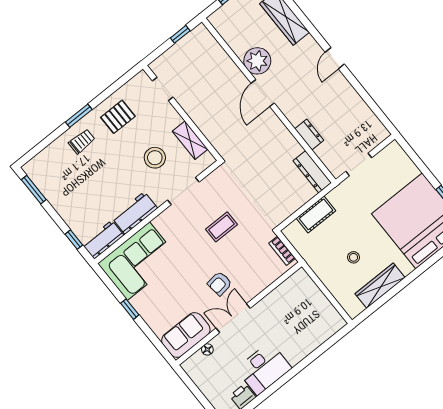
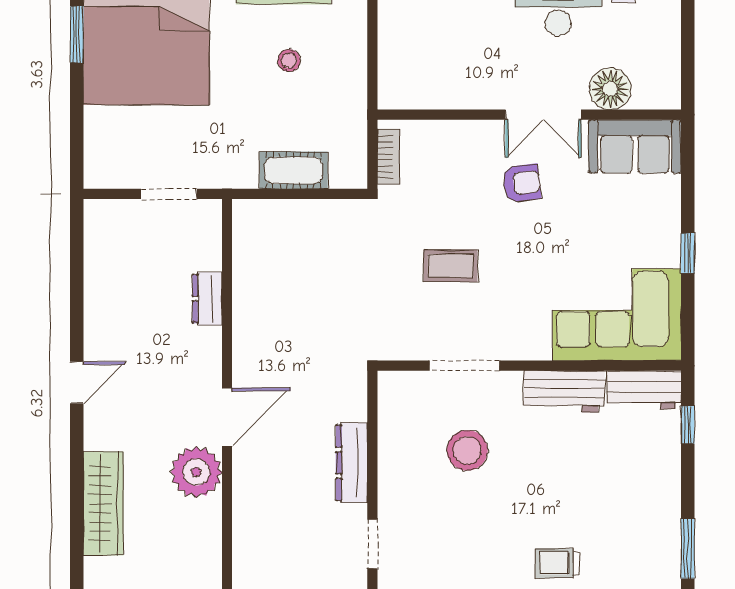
pallet: (118, 117) -> (473, 556), removed
shelving: (190, 140) -> (393, 434), removed
dresser: (312, 172) -> (352, 463), moved, turned 180
floor lamp: (207, 349) -> (610, 89), width x1.89, depth x1.89

